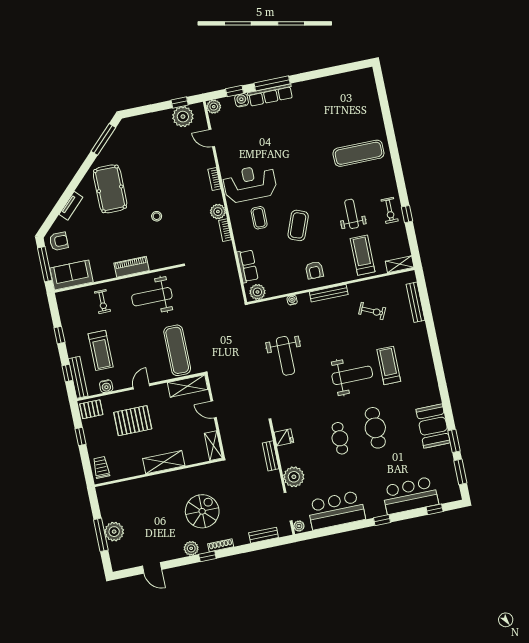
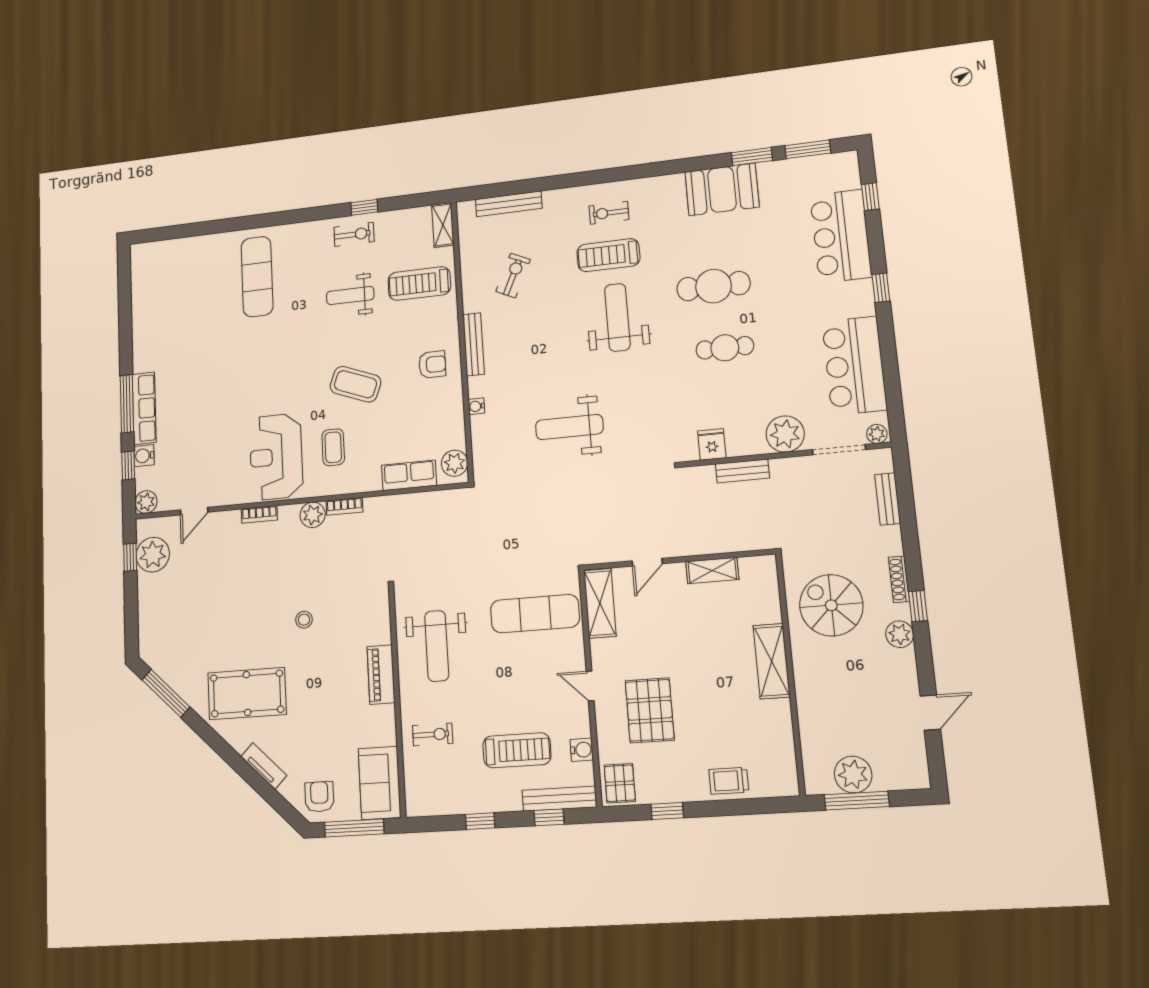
coffee table: (259, 218) -> (333, 447), turned 90
weight bench: (285, 356) -> (569, 427), turned 180
exercise bike: (414, 363) -> (609, 213), added
shelving: (164, 462) -> (772, 661), moved
wall: (159, 473) -> (790, 673), moved

